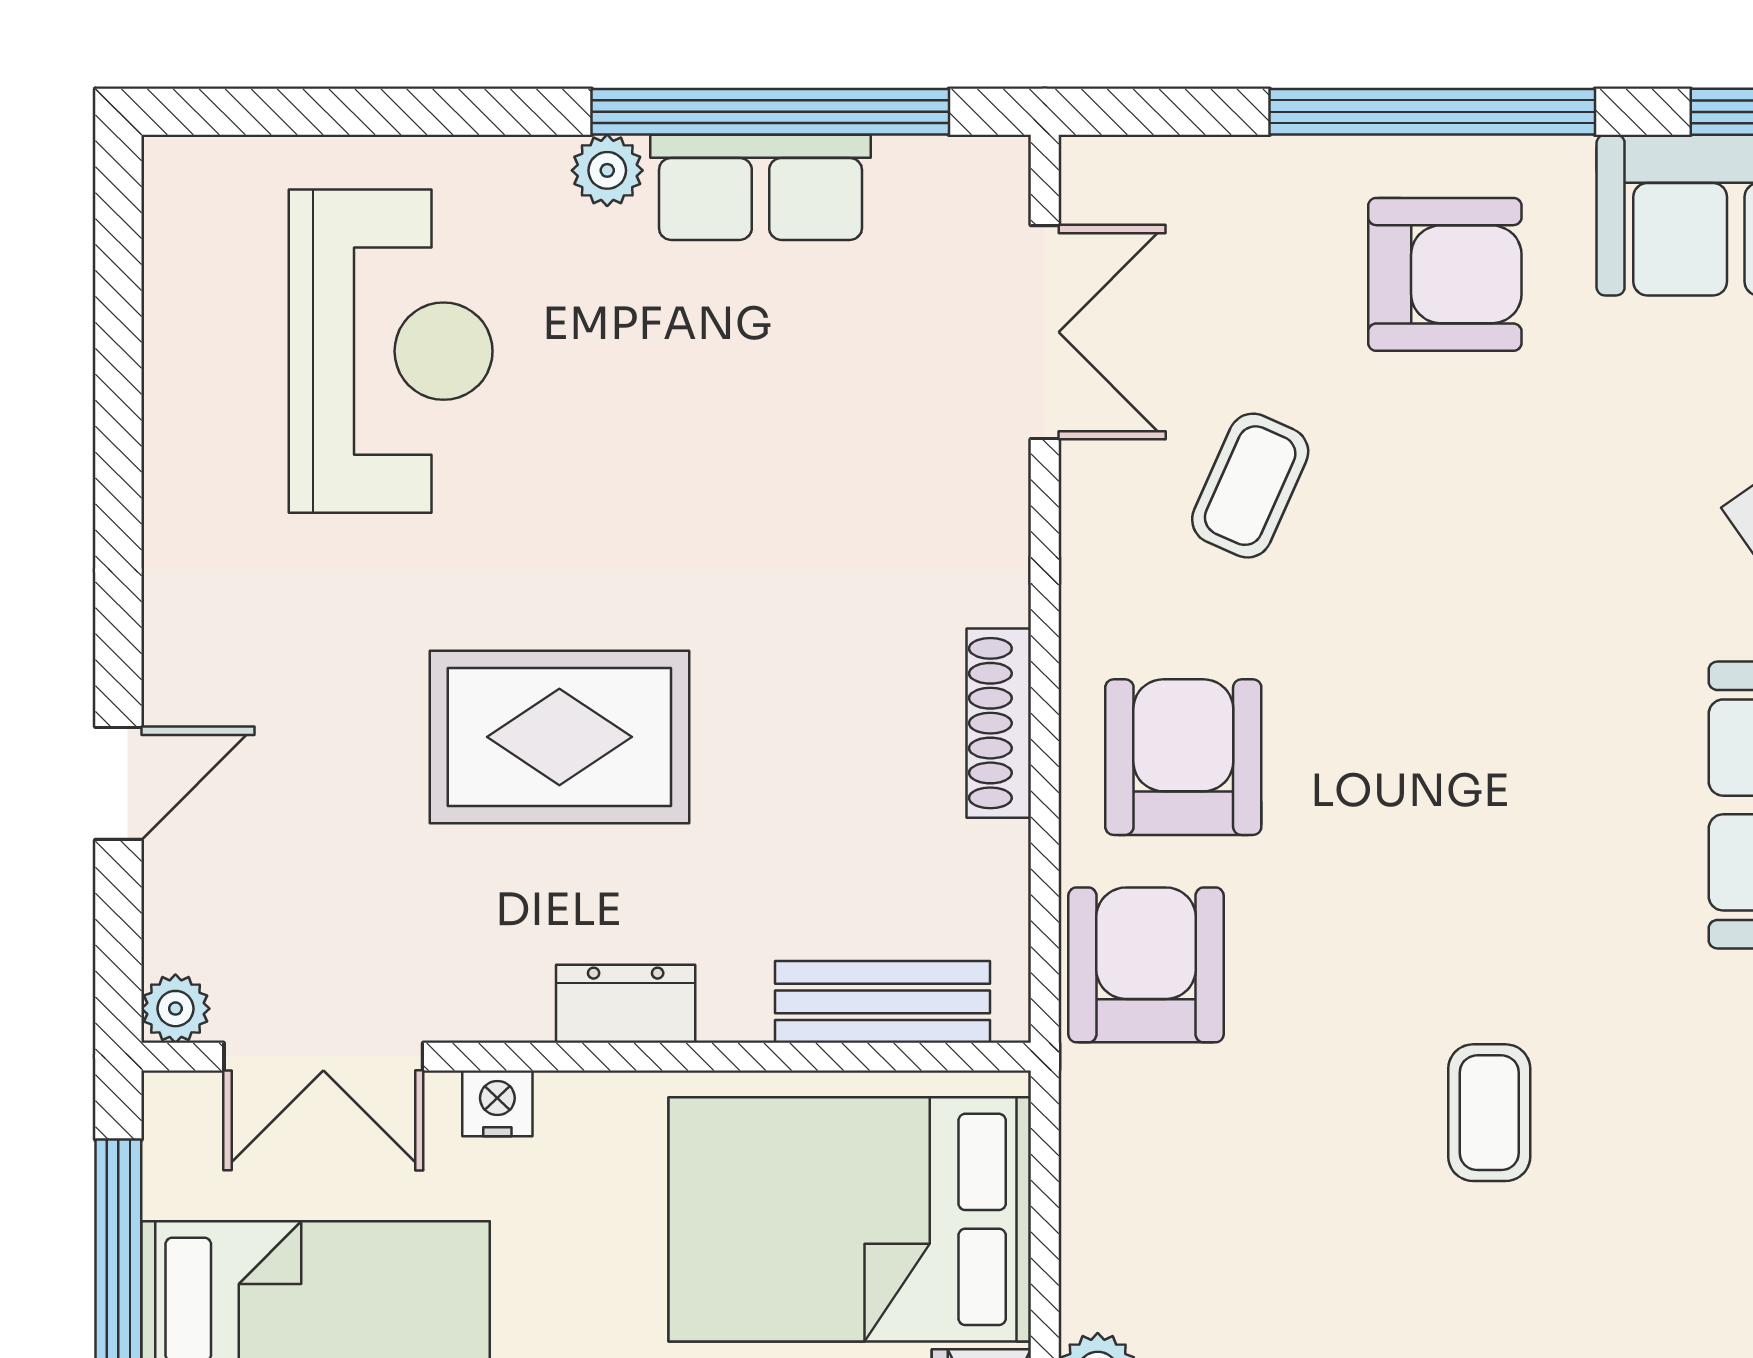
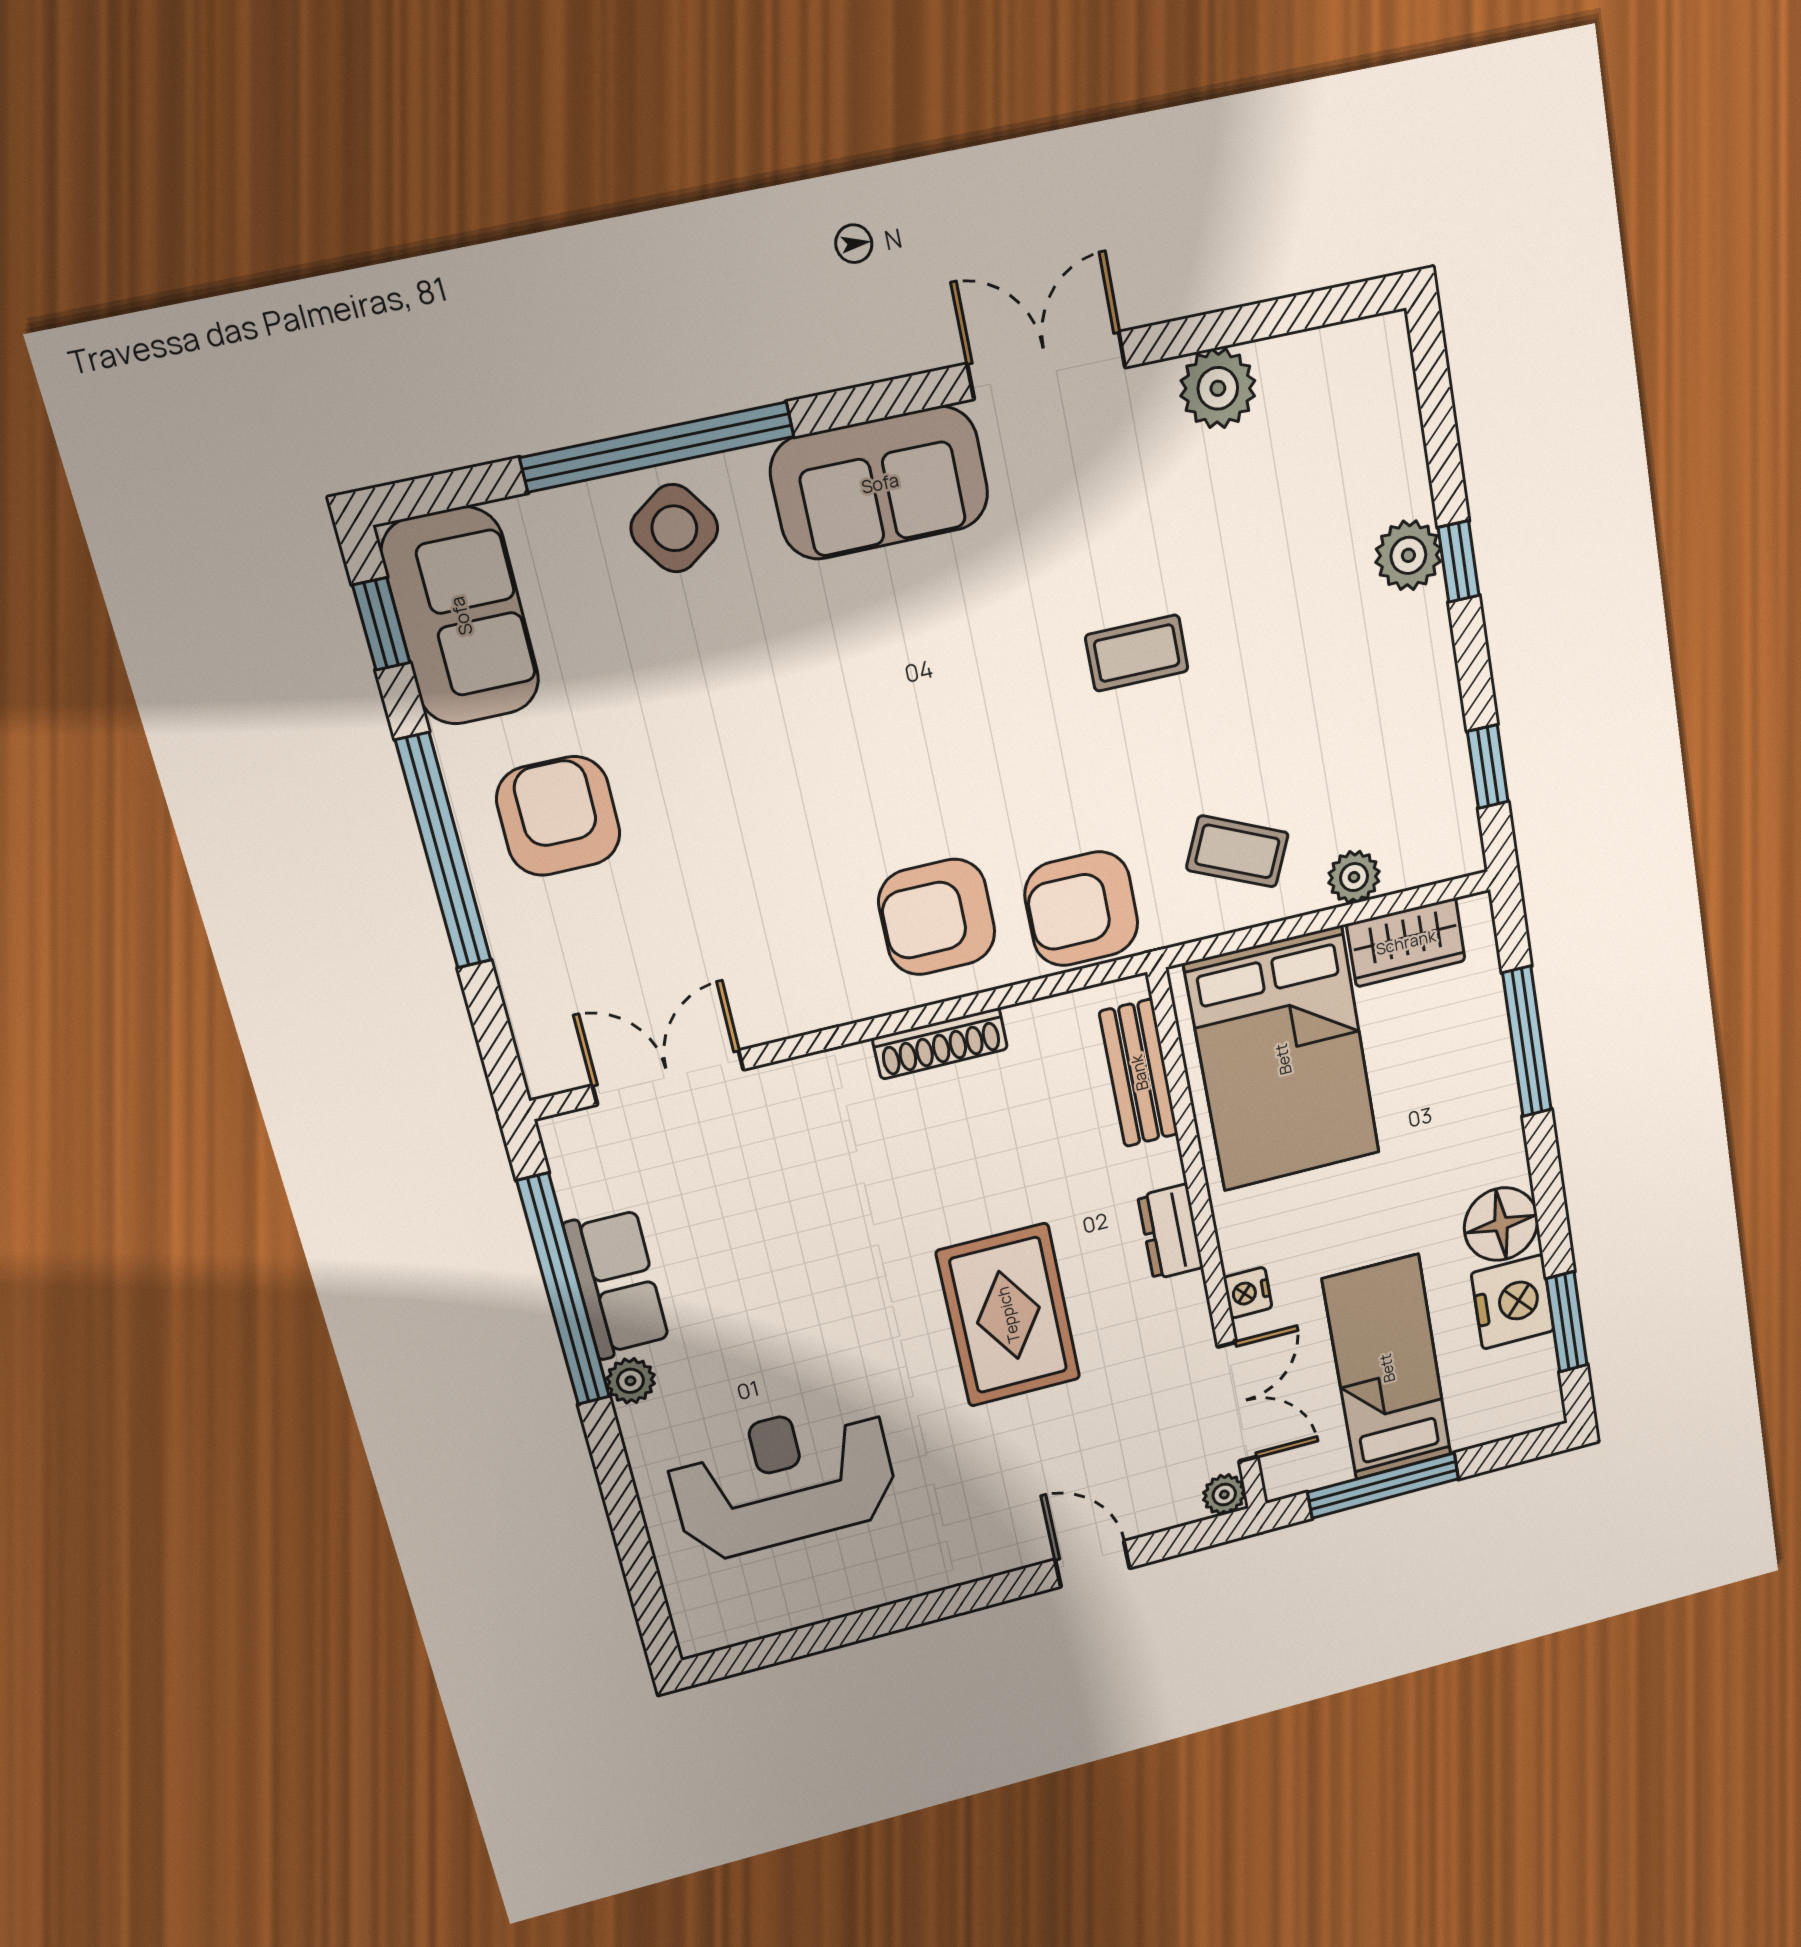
coffee table: (1250, 486) -> (1237, 851), moved

